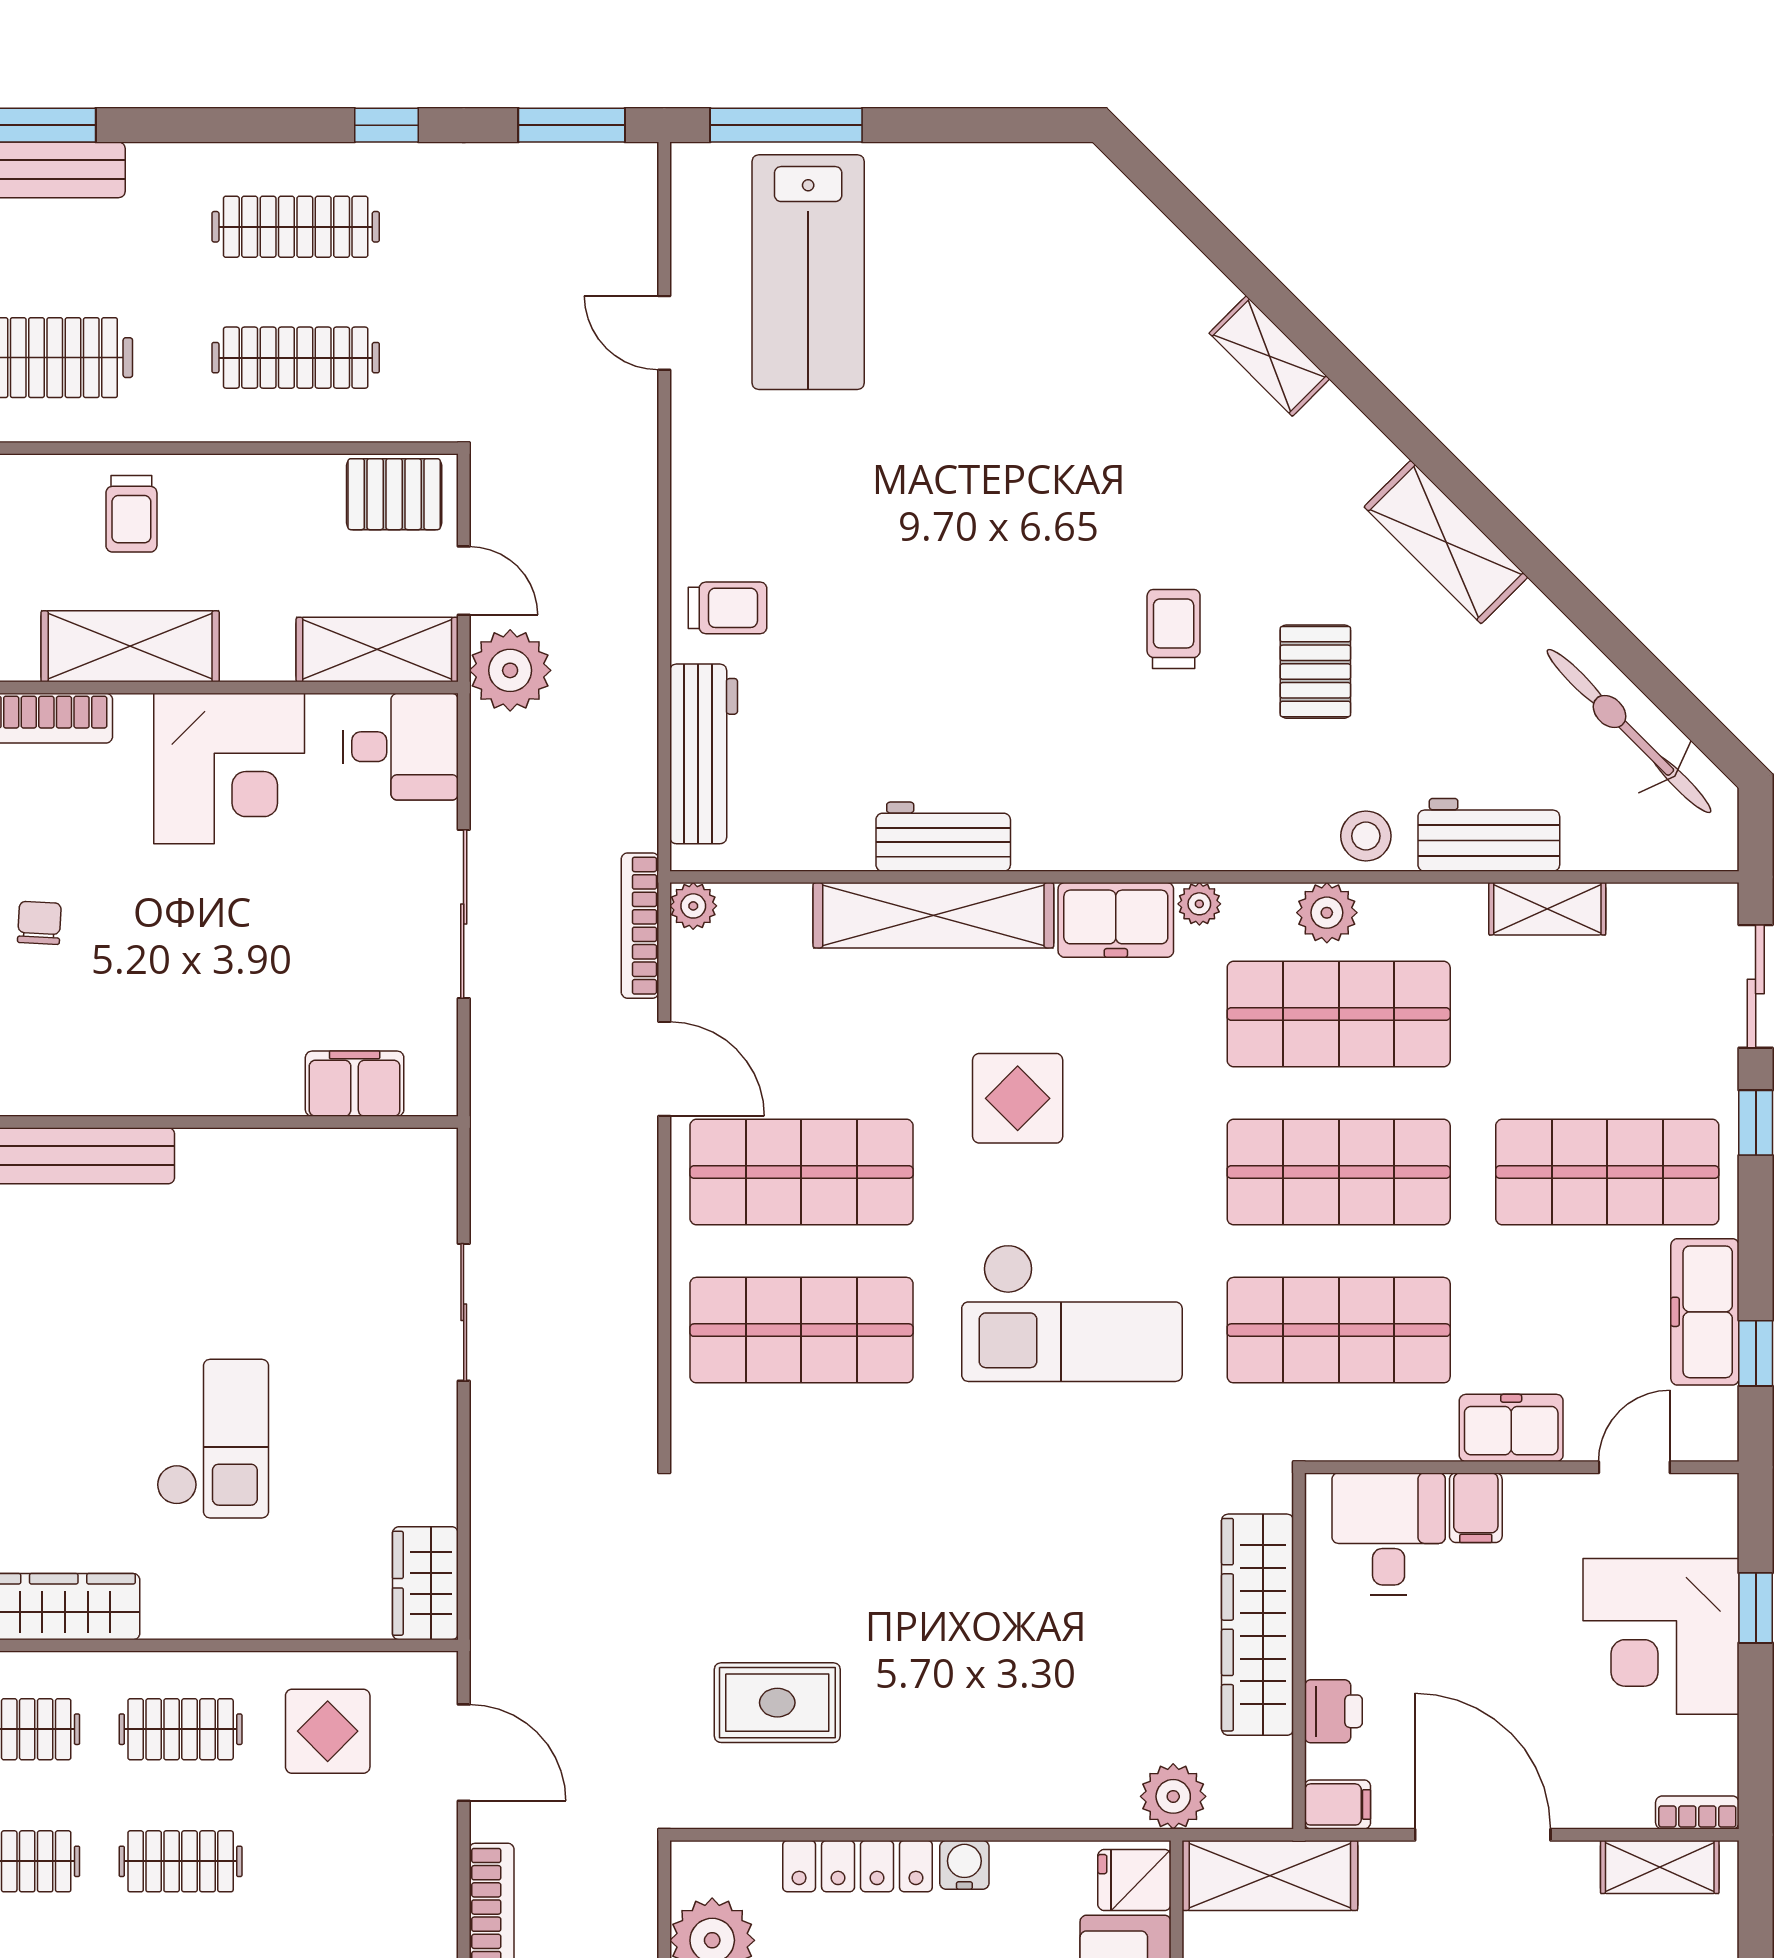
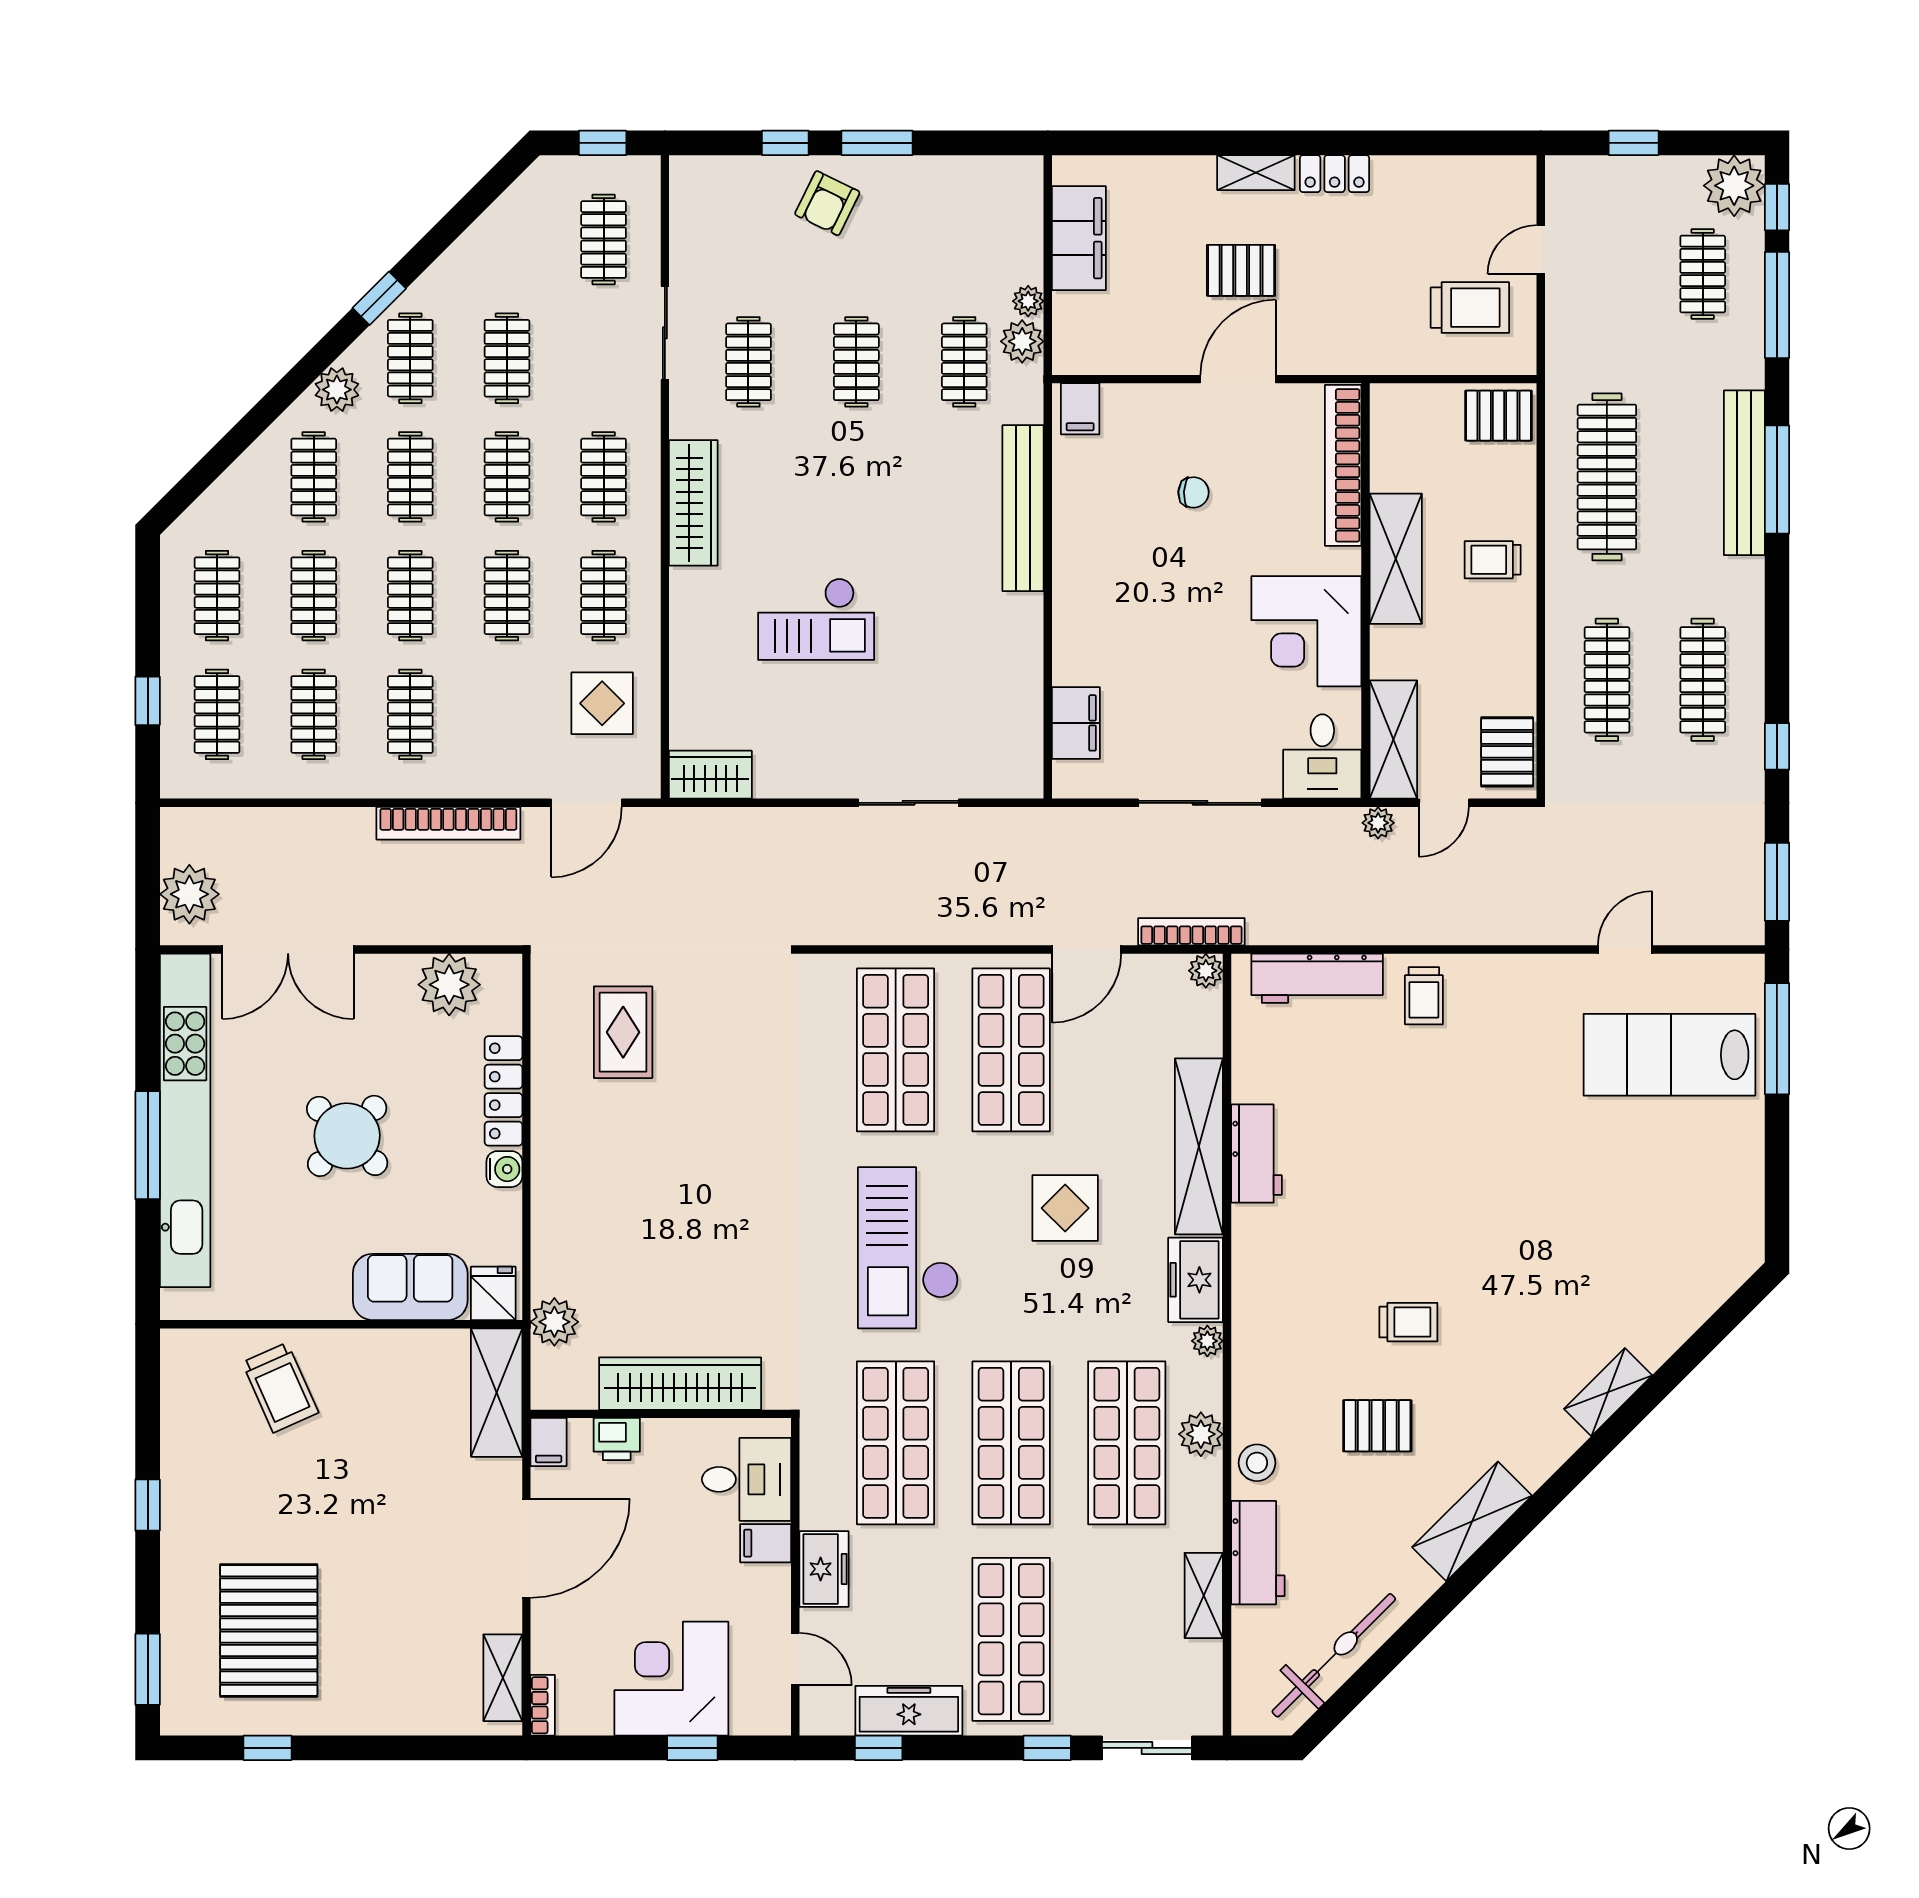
plant: (510, 670) -> (1378, 823), width x0.53, depth x0.53

